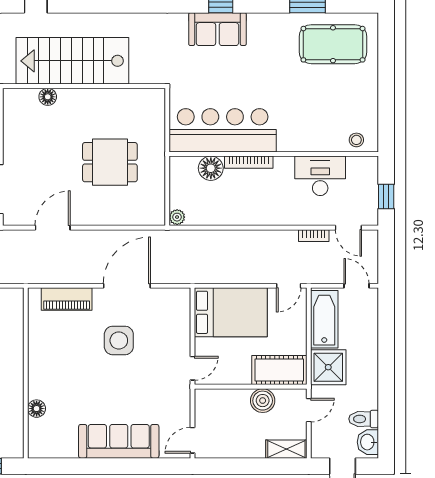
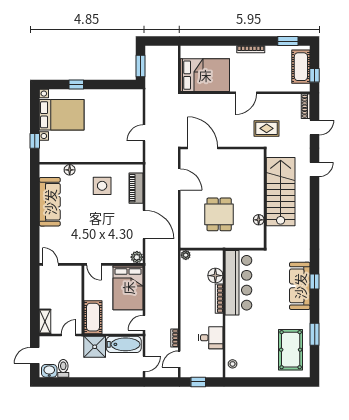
sofa: (217, 29) -> (300, 286), width x1.36
floor lamp: (48, 97) -> (259, 220), moved
desk: (320, 176) -> (211, 338), width x0.73
door: (289, 286) -> (144, 323), hinge flipped
plant: (180, 298) -> (137, 257), added
side table: (119, 340) -> (102, 186), moved
boiler: (263, 401) -> (74, 307), removed
door: (309, 410) -> (69, 335), swing flipped
sofa: (119, 441) -> (50, 202), moved

